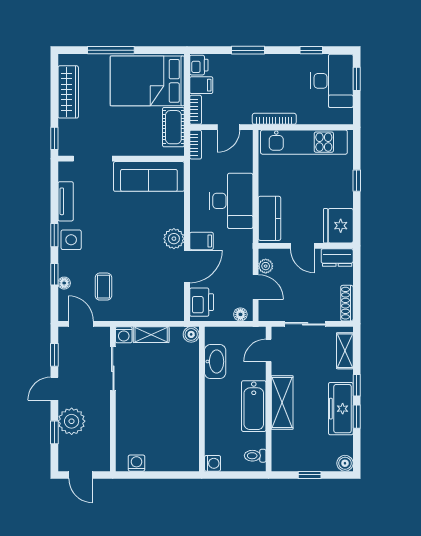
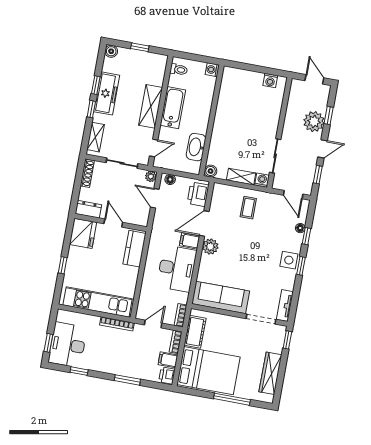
tv unit: (66, 201) -> (285, 306), moved
desk: (231, 201) -> (177, 268), moved, turned 180
plant: (266, 266) -> (151, 176), moved
coffee table: (103, 287) -> (248, 208), moved

